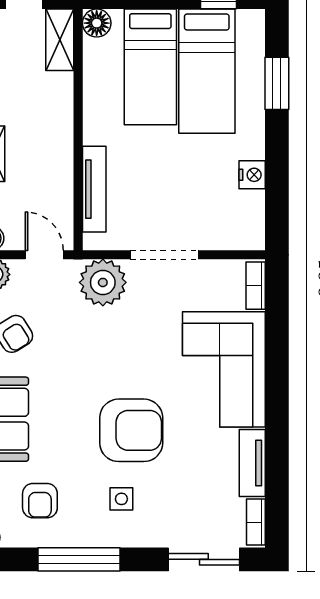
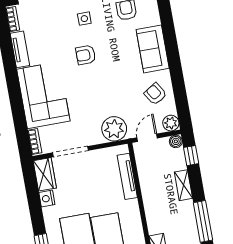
wardrobe: (248, 221) -> (45, 174), added
door: (44, 255) -> (147, 138), swing flipped
doorway: (164, 255) -> (71, 152), moved
armchair: (131, 430) -> (86, 55), width x0.53, depth x0.53

